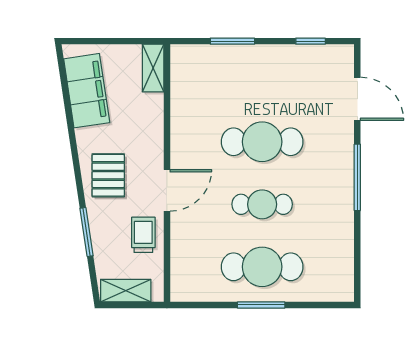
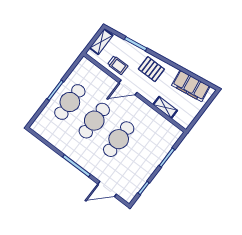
shelving: (153, 68) -> (165, 107), moved
door: (167, 190) -> (128, 88), hinge flipped
cafe table: (262, 204) -> (94, 121), width x1.37, depth x1.35

